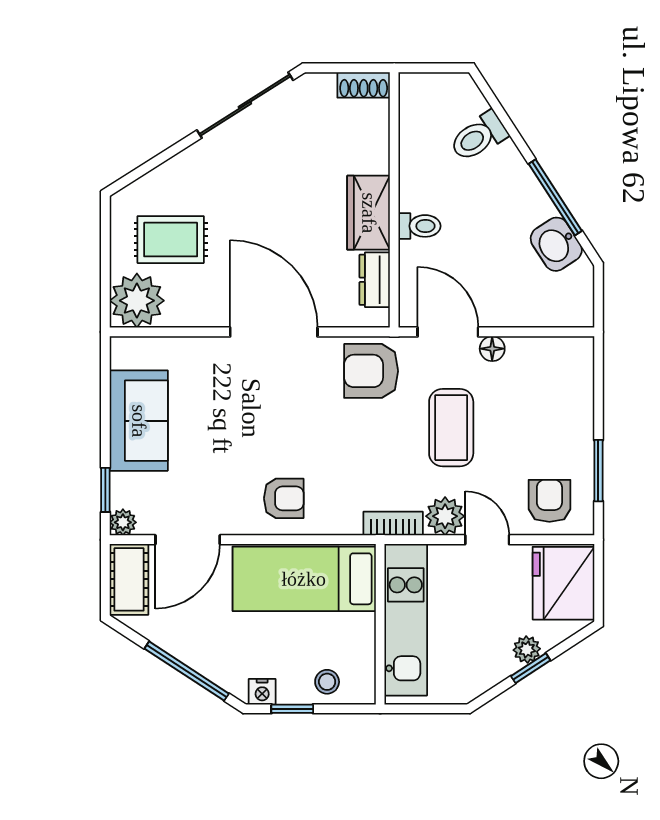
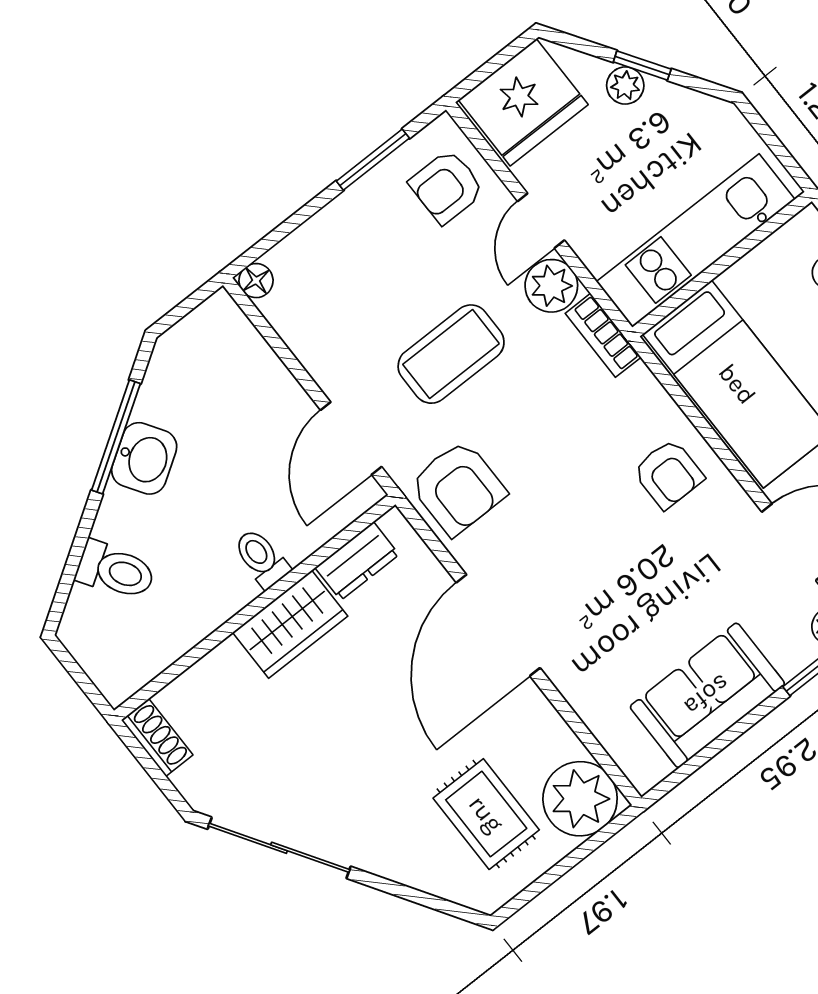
washbasin: (556, 244) -> (144, 458), moved
floor lamp: (492, 349) -> (256, 281), moved
armchair: (284, 498) -> (668, 474), turned 180

